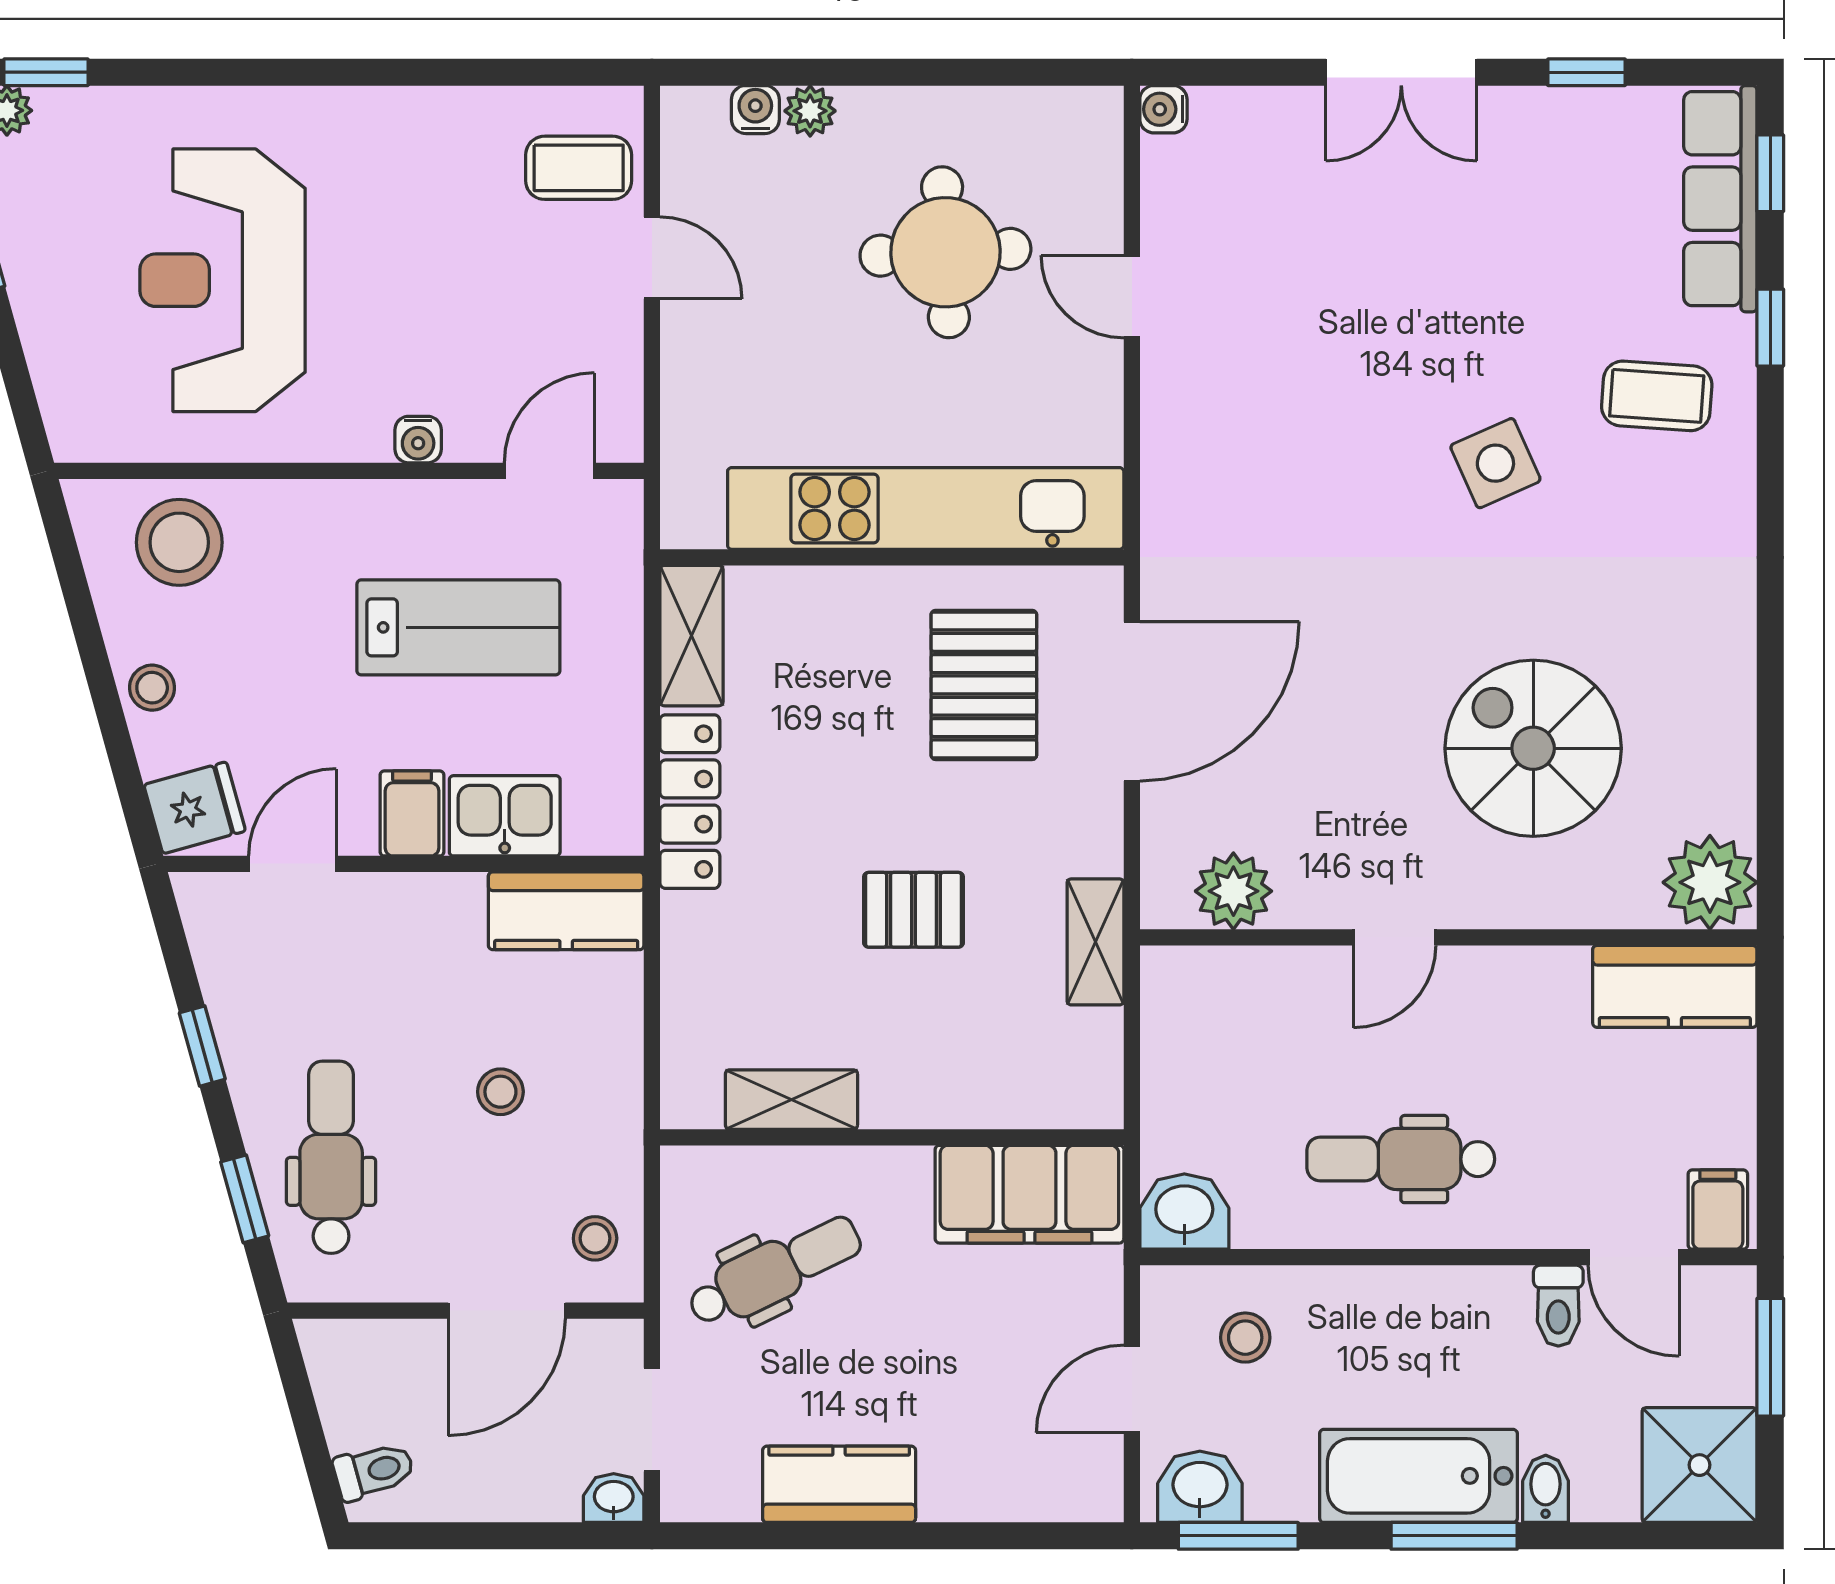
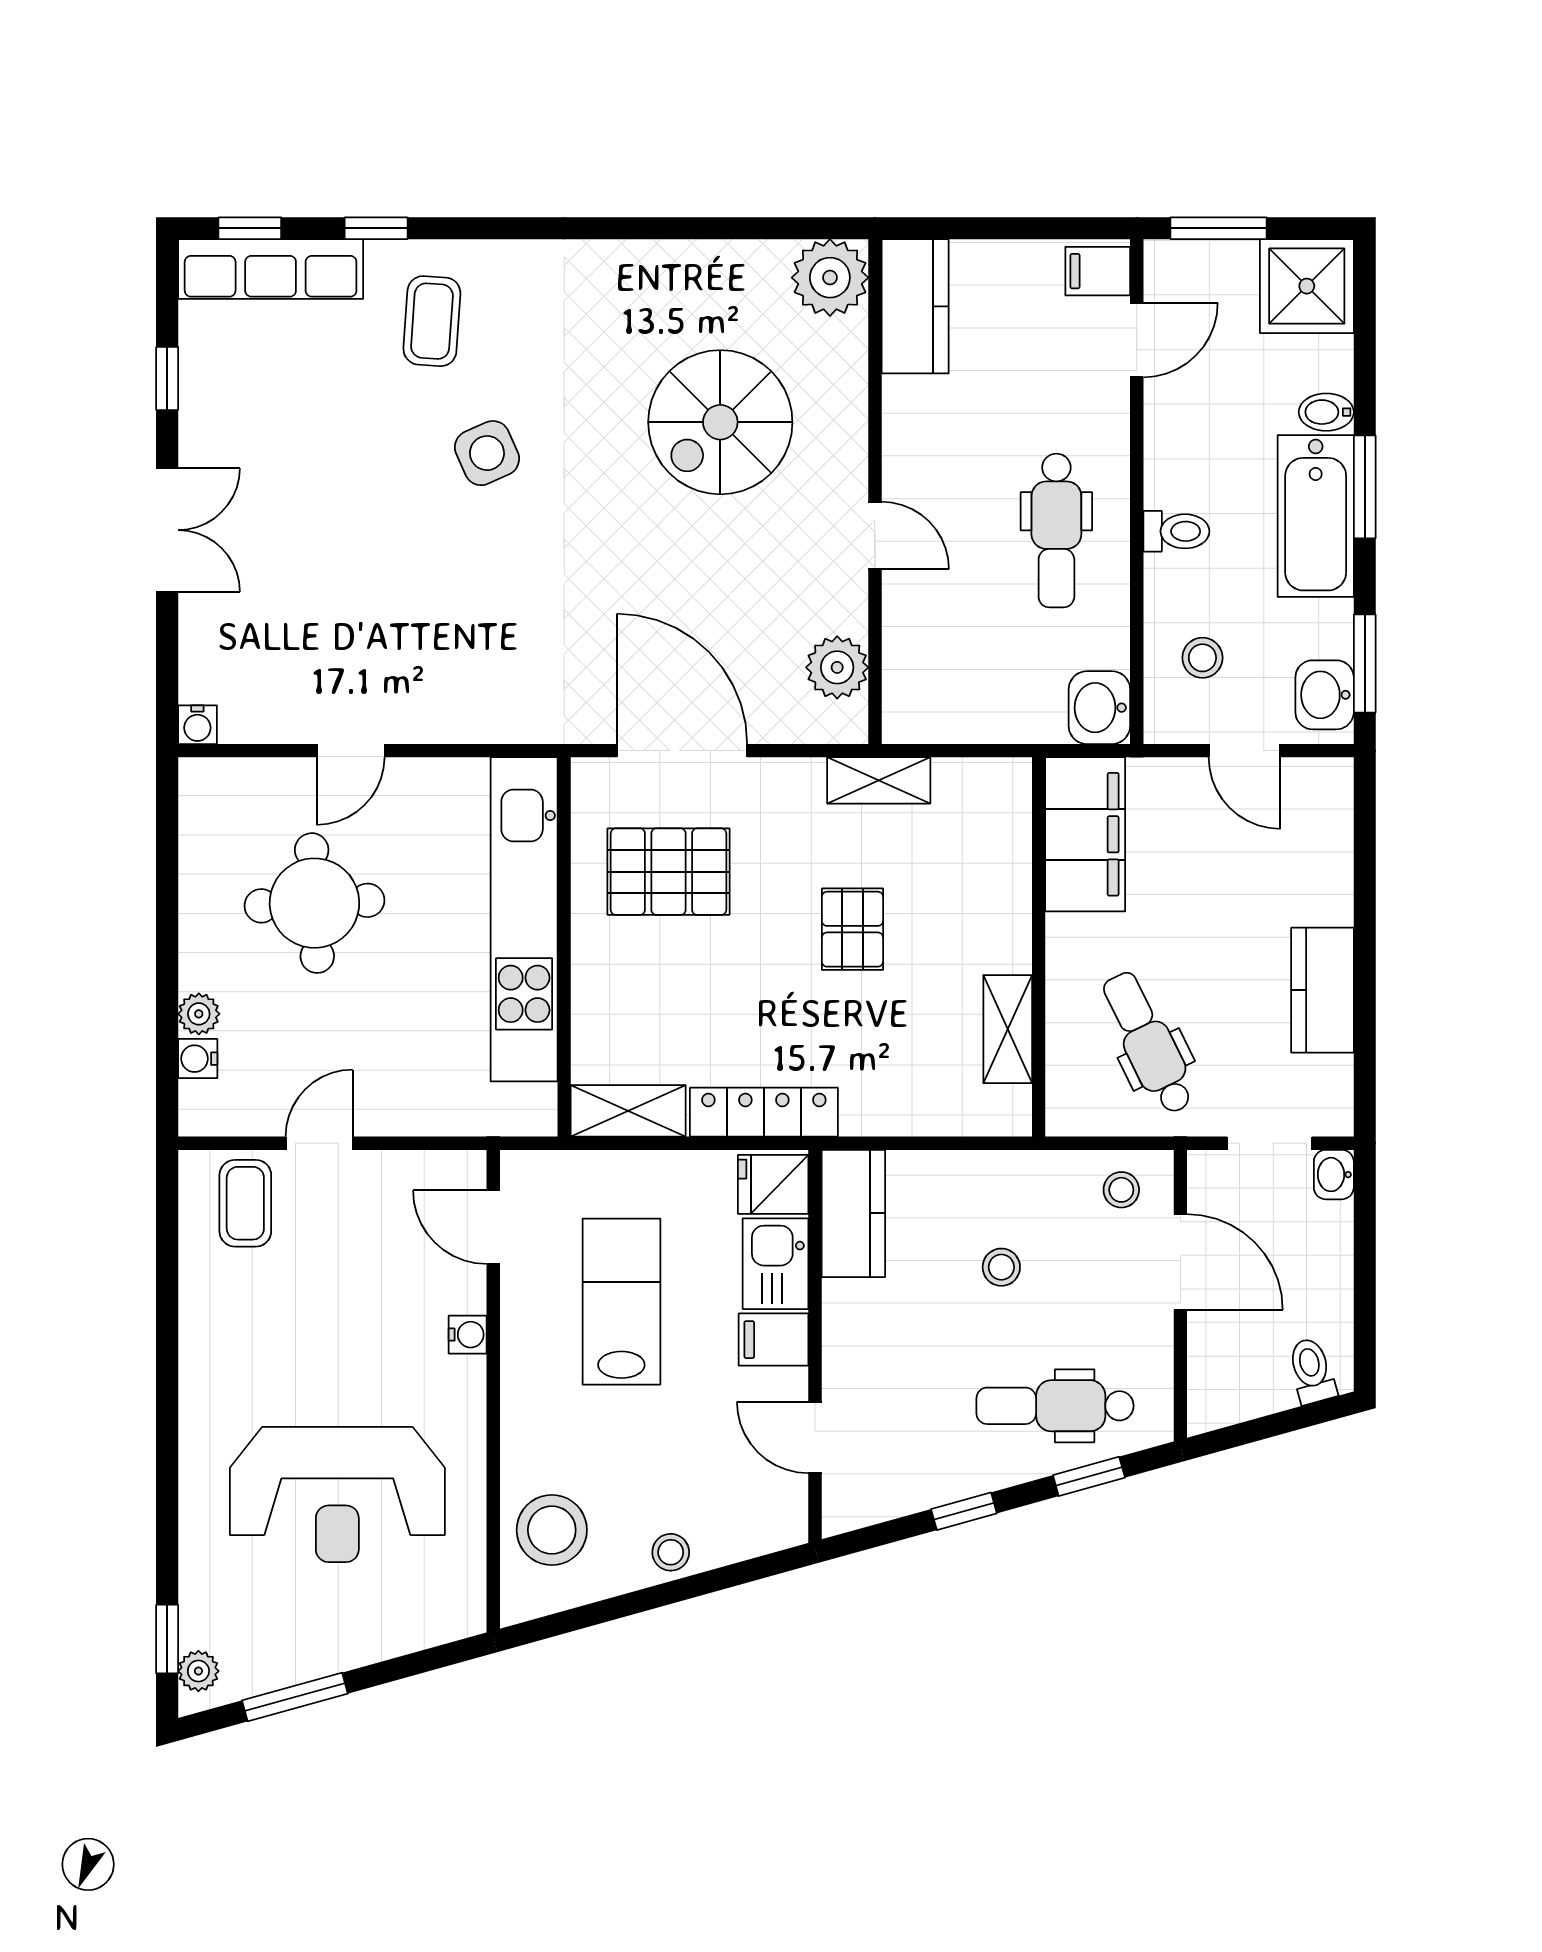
fridge: (195, 808) -> (773, 1184), moved, turned -74
toilet: (1558, 1306) -> (1176, 531), moved

